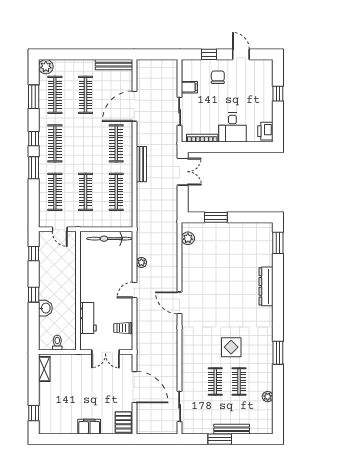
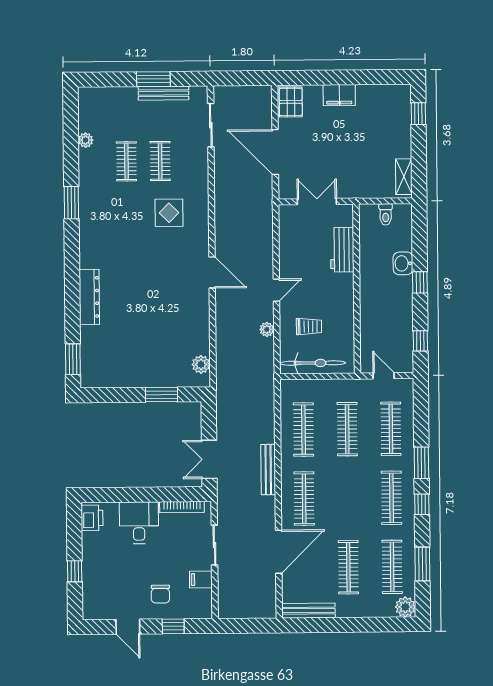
trolley: (123, 328) -> (309, 327), moved
display table: (231, 347) -> (169, 213), moved
bench: (232, 429) -> (163, 93), moved

